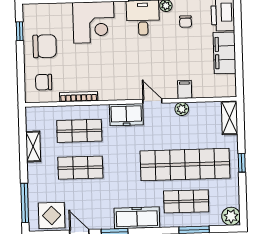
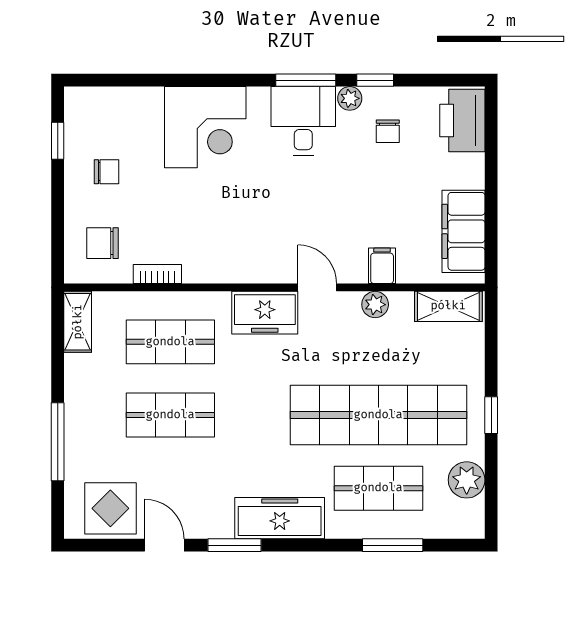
chair: (45, 46) -> (107, 172), width x0.54, depth x0.54
filing cabinet: (225, 53) -> (464, 231), moved
bookcase: (79, 97) -> (157, 274), width x0.64
shelving: (230, 118) -> (448, 306), moved, turned 90
shelving: (33, 147) -> (78, 322), moved
window: (25, 203) -> (58, 442), moved
plant: (231, 216) -> (467, 480), moved

